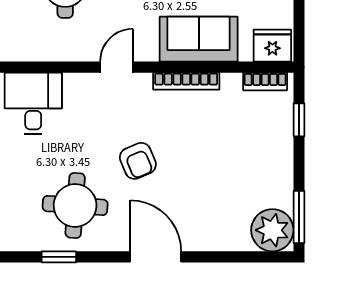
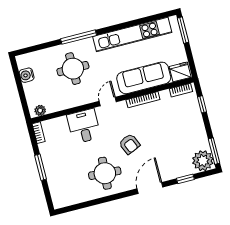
sofa: (199, 39) -> (144, 78), width x1.36
desk: (33, 103) -> (84, 126), moved
window: (59, 257) -> (185, 179), moved
door: (156, 257) -> (150, 188), hinge flipped

